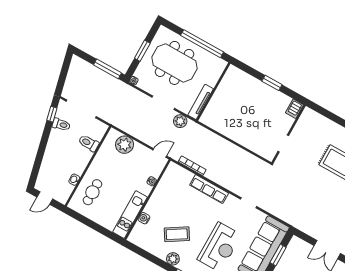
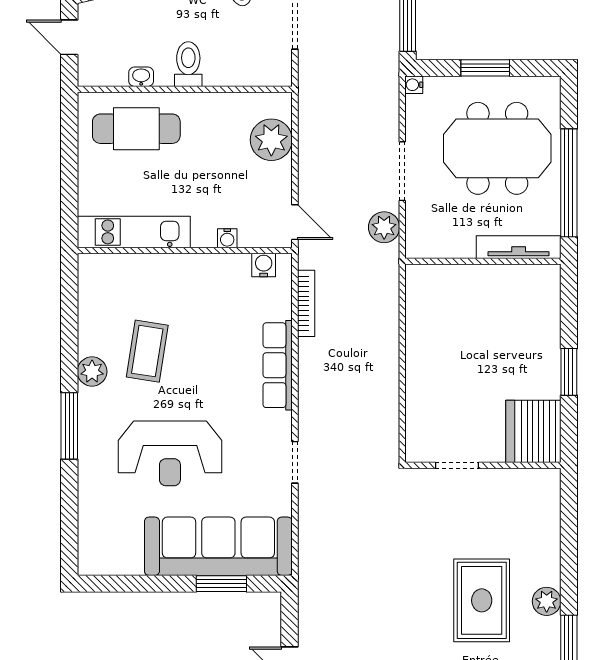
meeting table: (175, 63) -> (497, 148), turned 90
tv unit: (201, 102) -> (519, 247), moved
server rack: (295, 109) -> (533, 431), width x2.18, depth x1.44
toilet: (89, 143) -> (188, 64), moved
cafe table: (92, 192) -> (136, 129), width x1.37, depth x1.35
water cooler: (144, 218) -> (264, 265), moved
coffee table: (177, 234) -> (147, 351), turned 41

